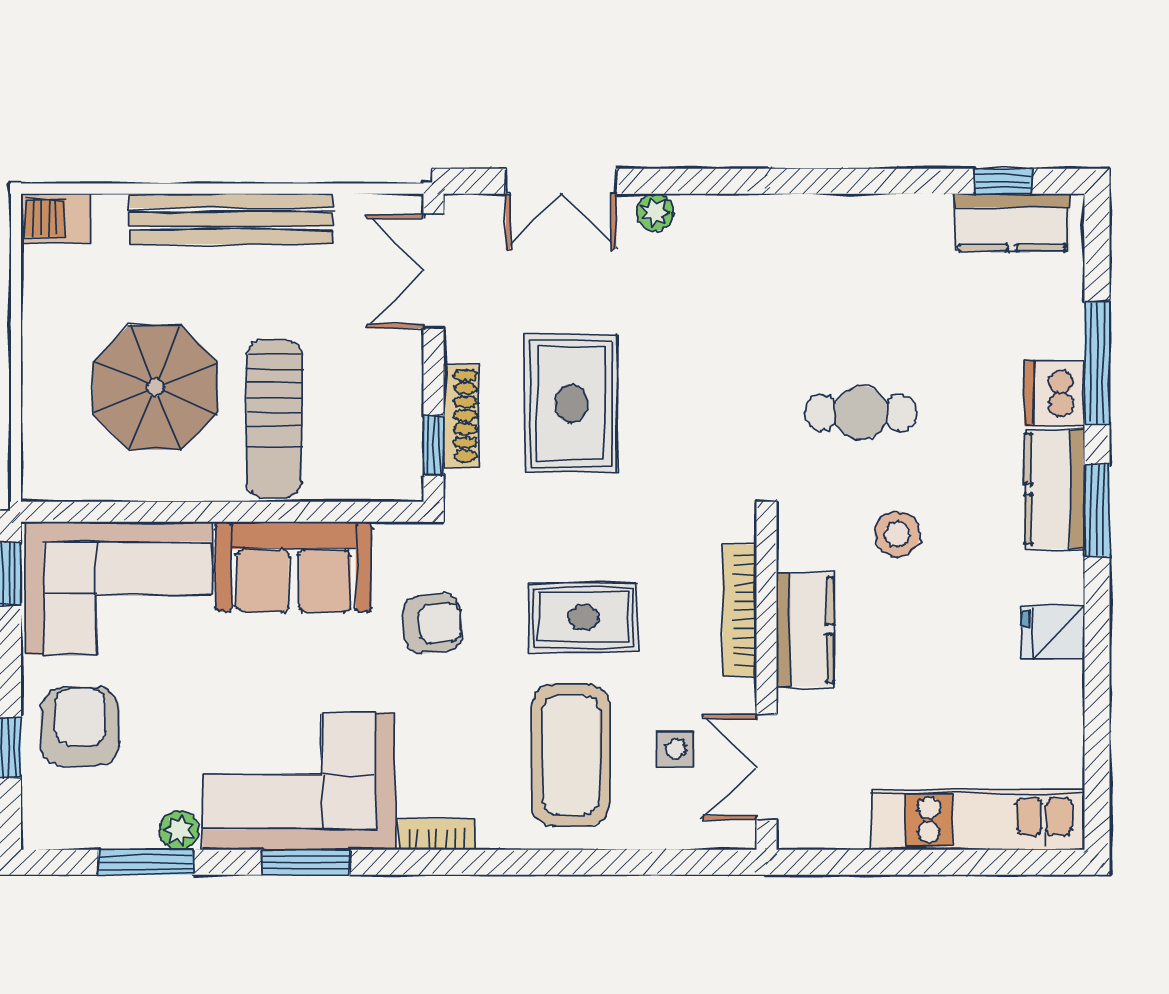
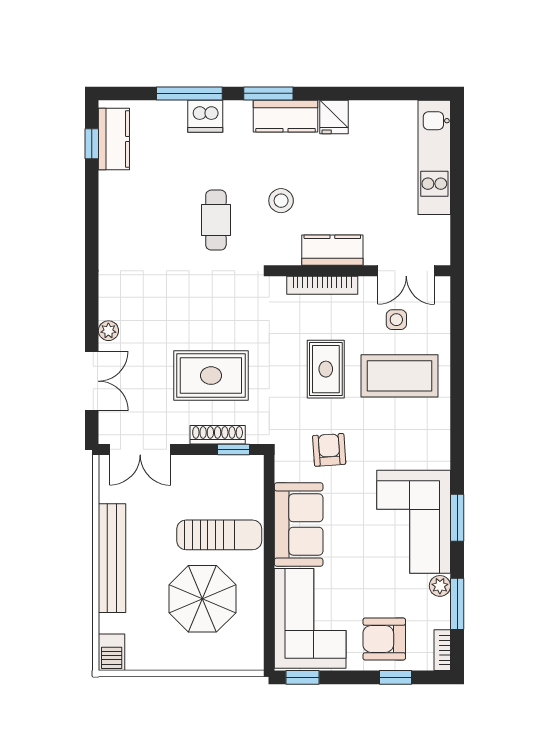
kitchen counter: (1055, 489) -> (286, 116), moved
bookcase: (437, 834) -> (442, 650), moved

